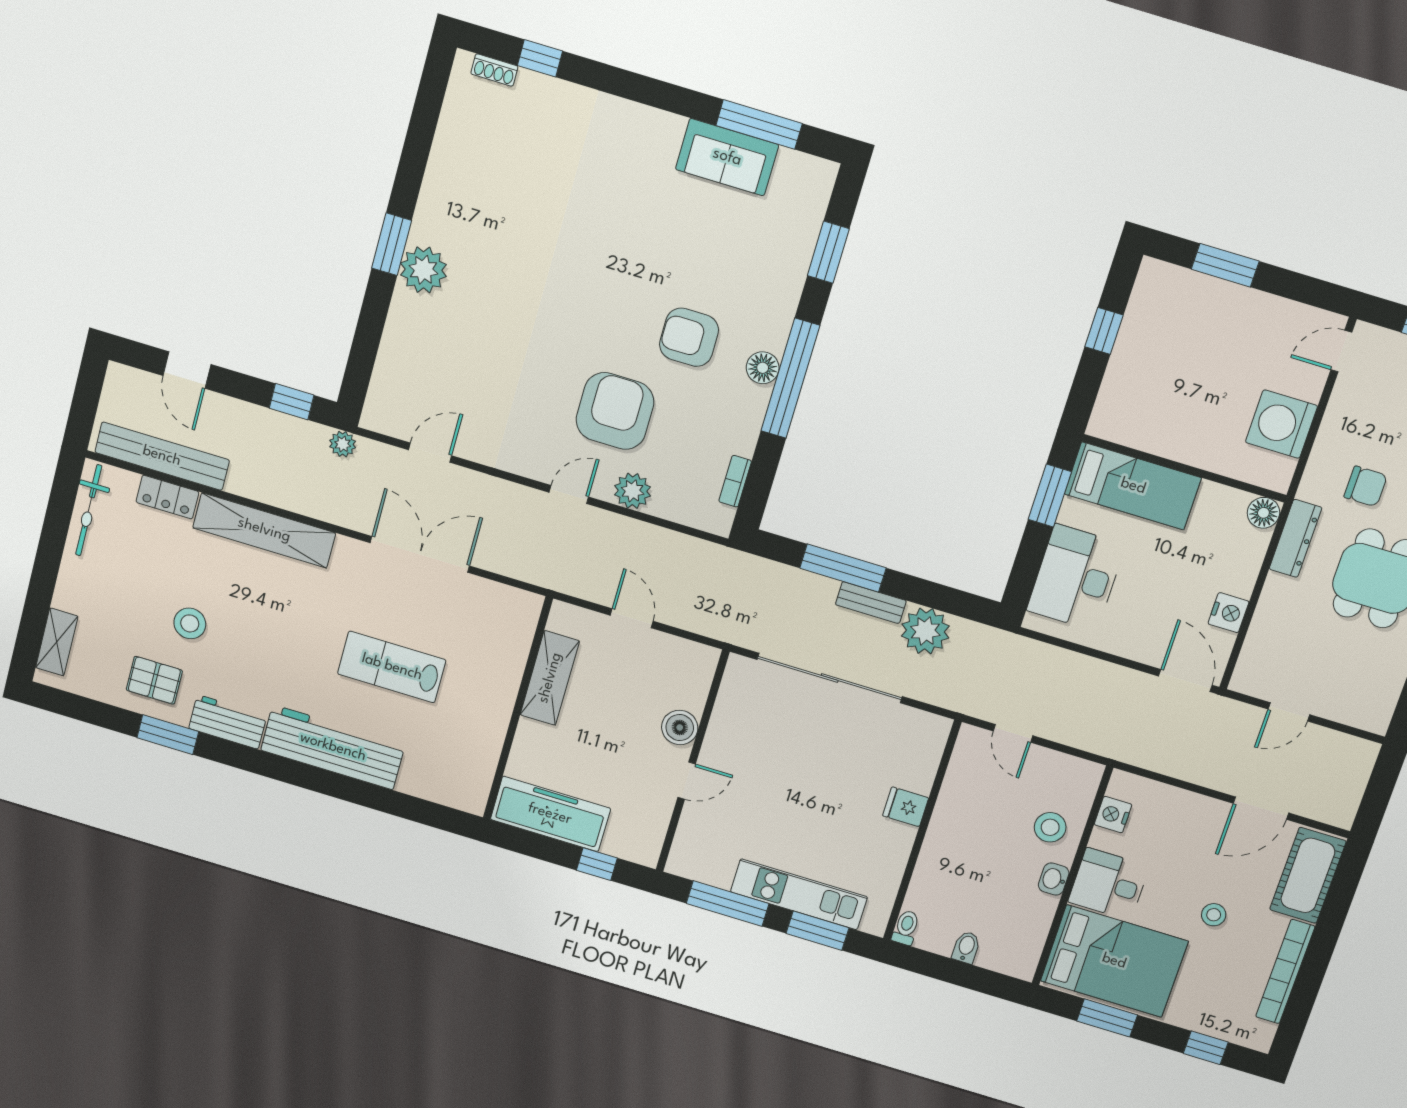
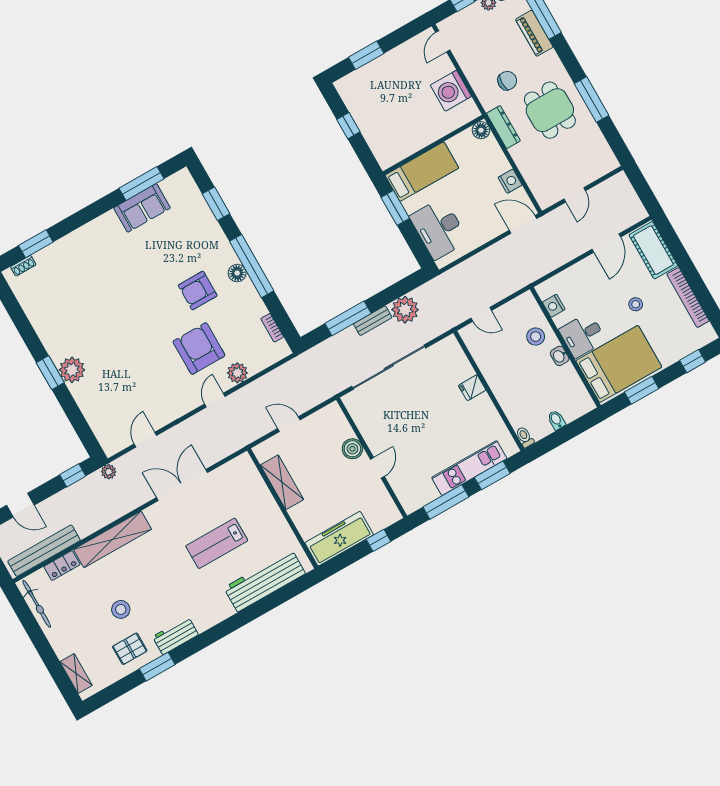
window: (540, 58) -> (36, 244), width x1.50
workbench: (333, 747) -> (265, 581), moved

